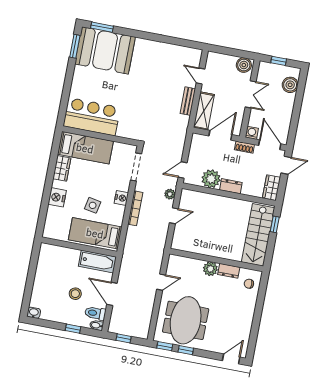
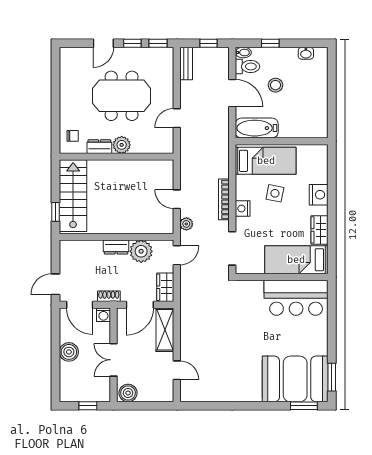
boiler: (290, 85) -> (69, 352), moved
bench: (188, 101) -> (186, 64), moved
wardrobe: (271, 188) -> (165, 287), moved, turned 180
door: (174, 216) -> (177, 199), hinge flipped
washbasin: (34, 313) -> (306, 53), moved
meeting table: (186, 320) -> (122, 96), moved, turned 90
door: (231, 359) -> (103, 43), moved

